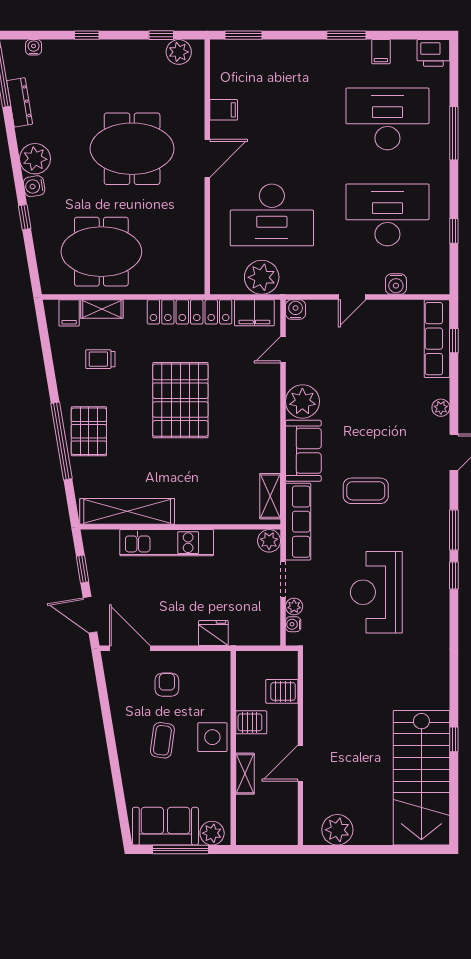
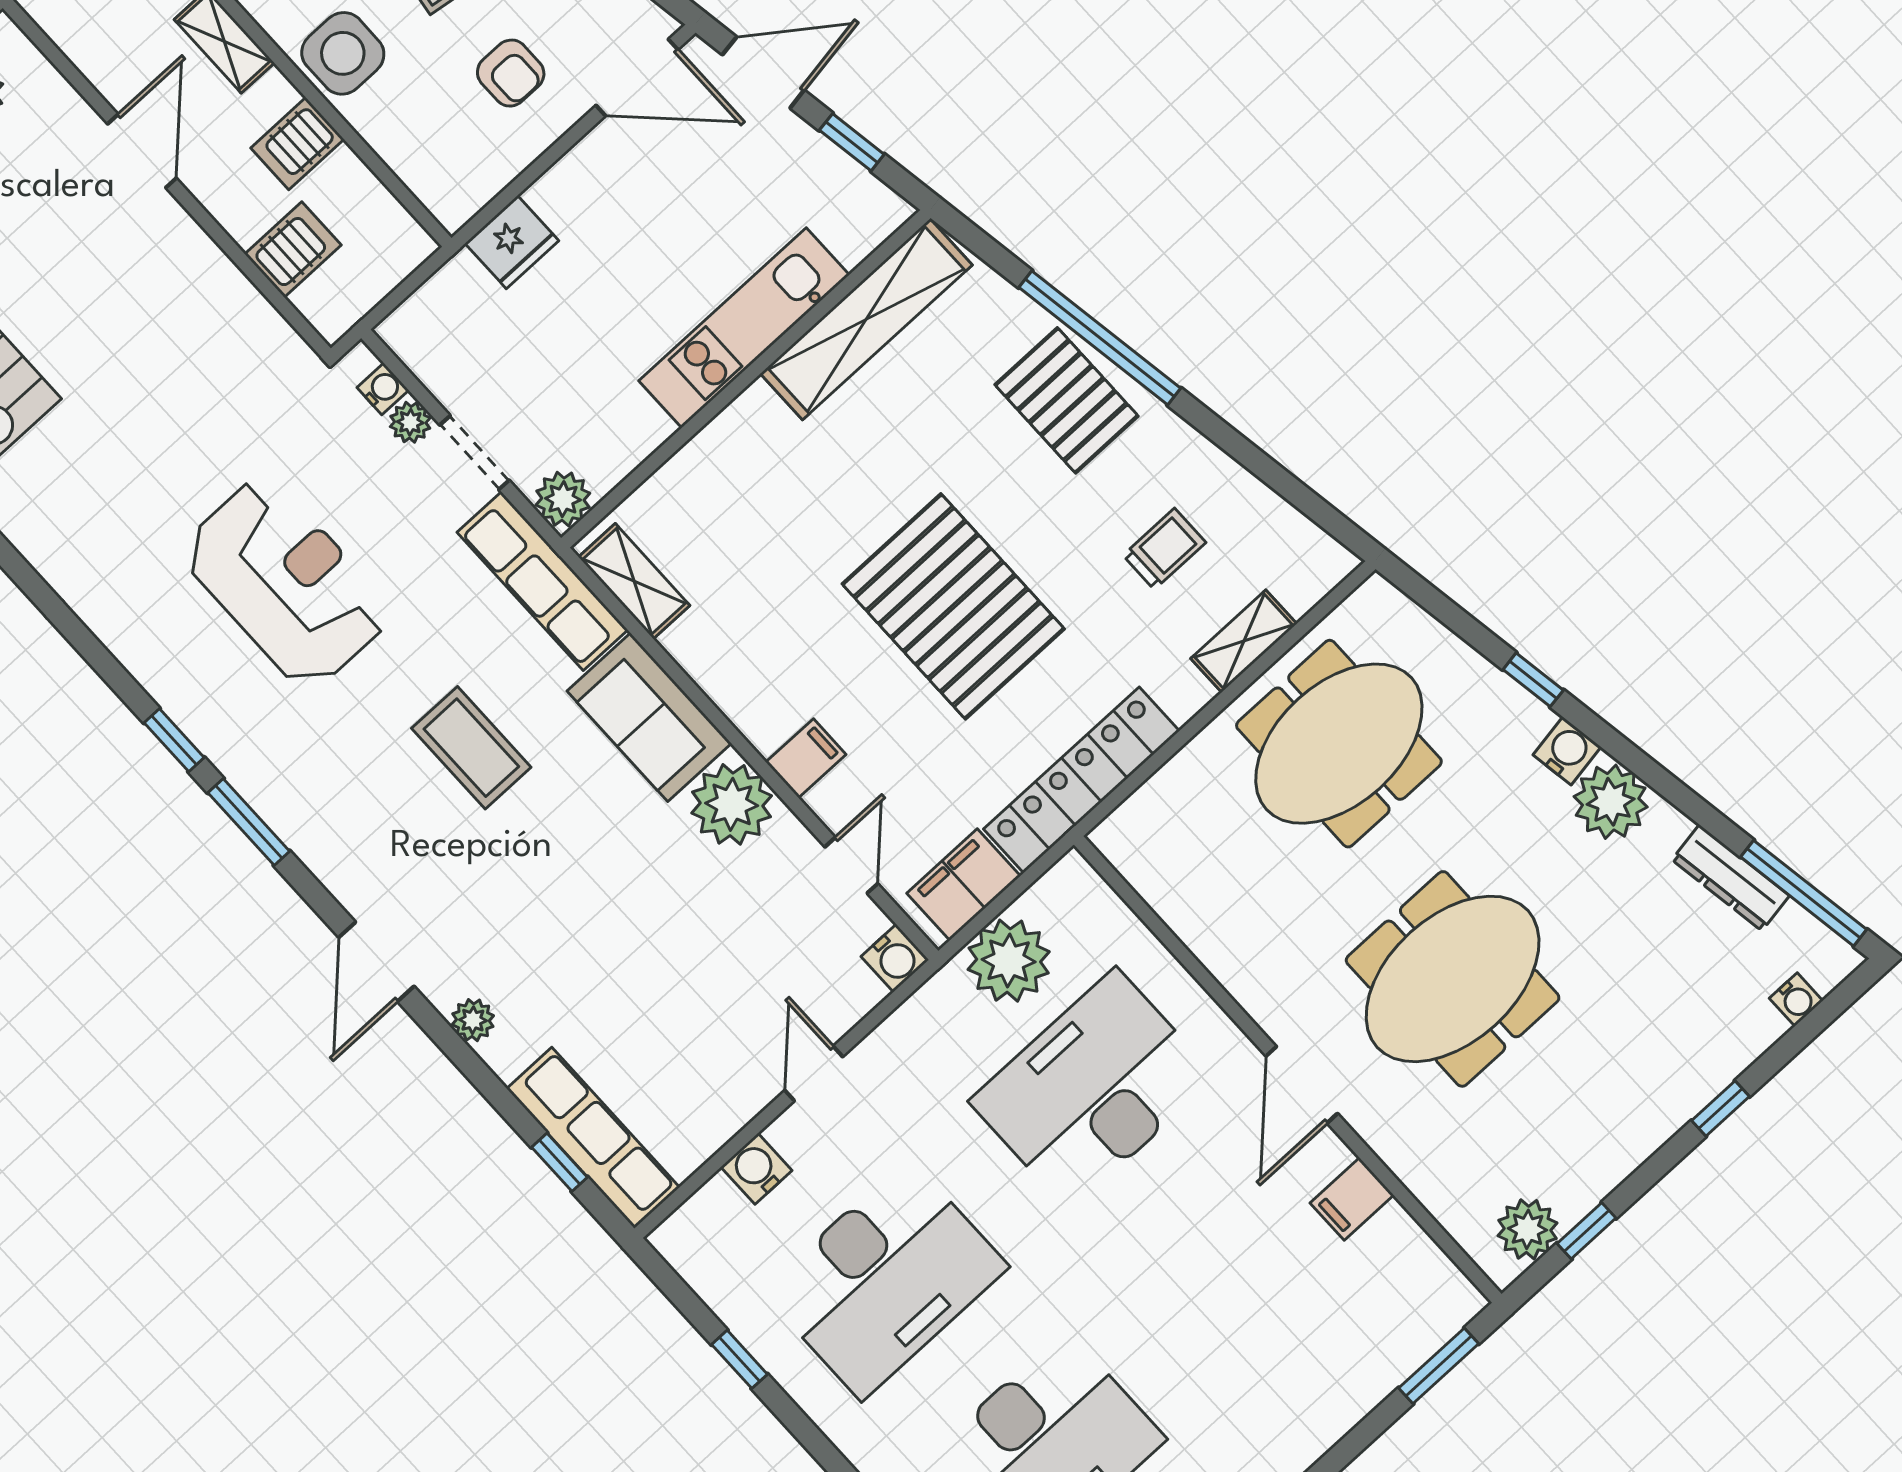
filing cabinet: (69, 313) -> (806, 758), moved, turned 90
coffee table: (366, 491) -> (471, 748), turned 90

